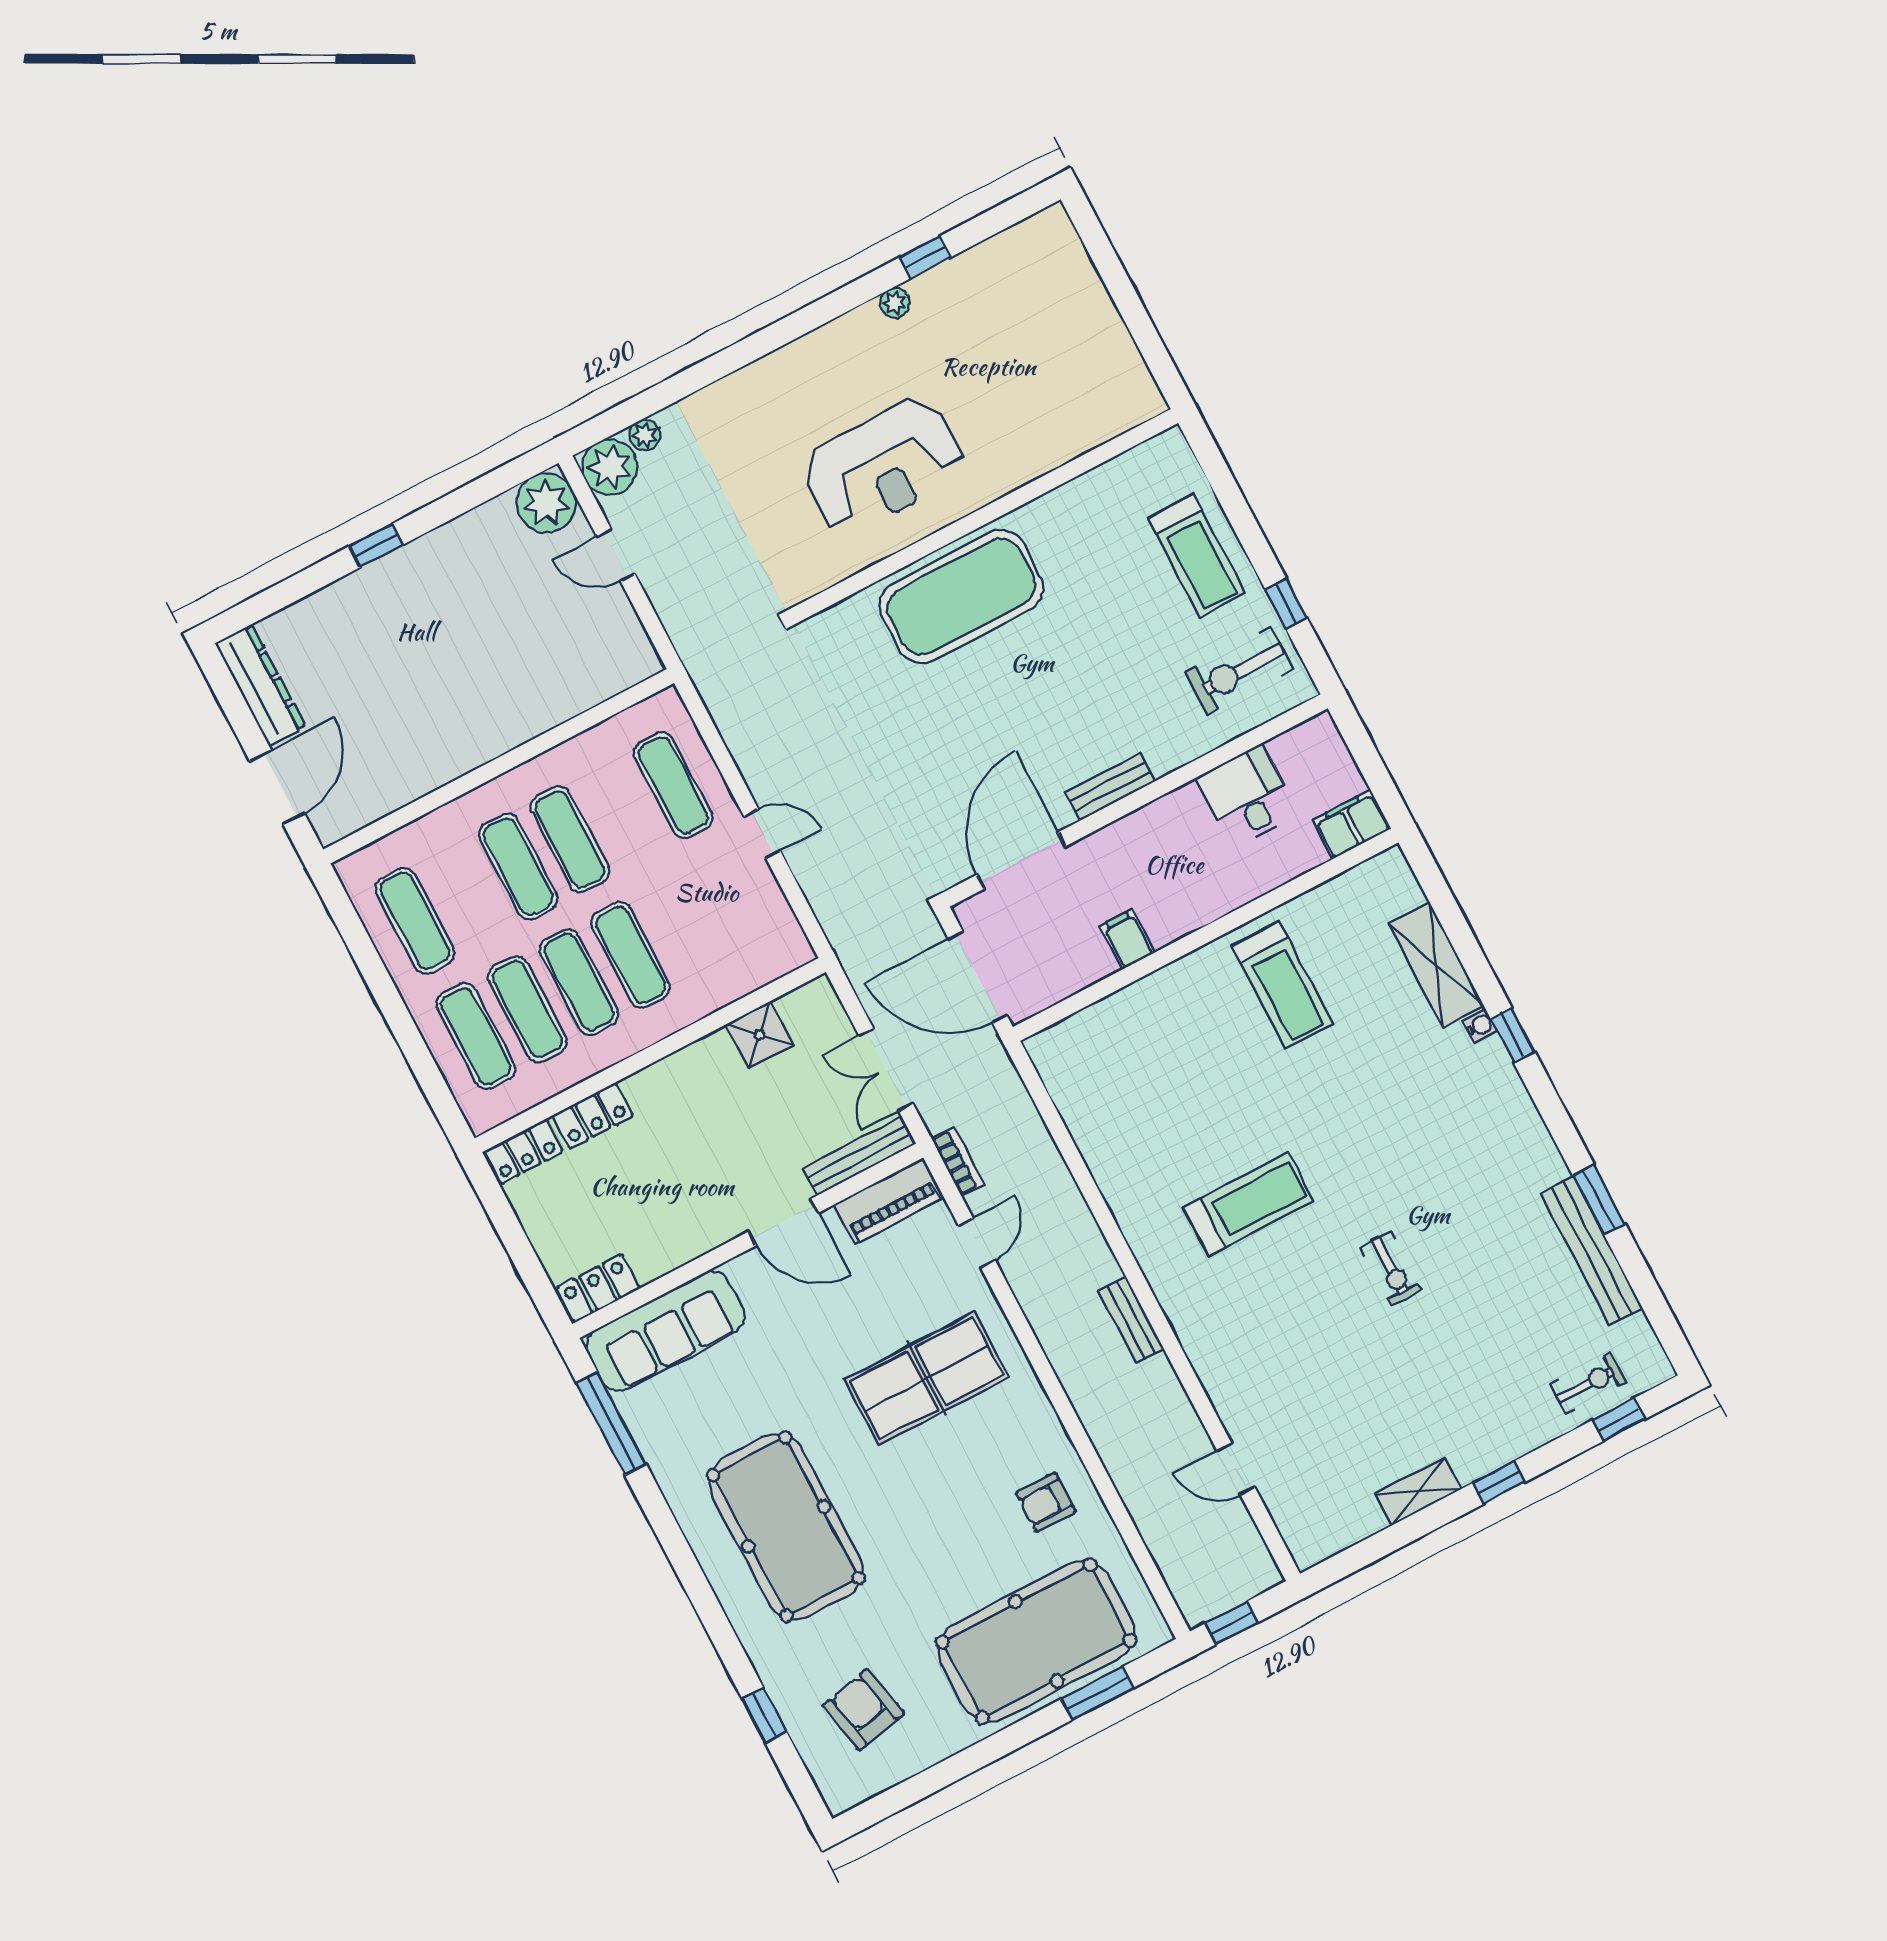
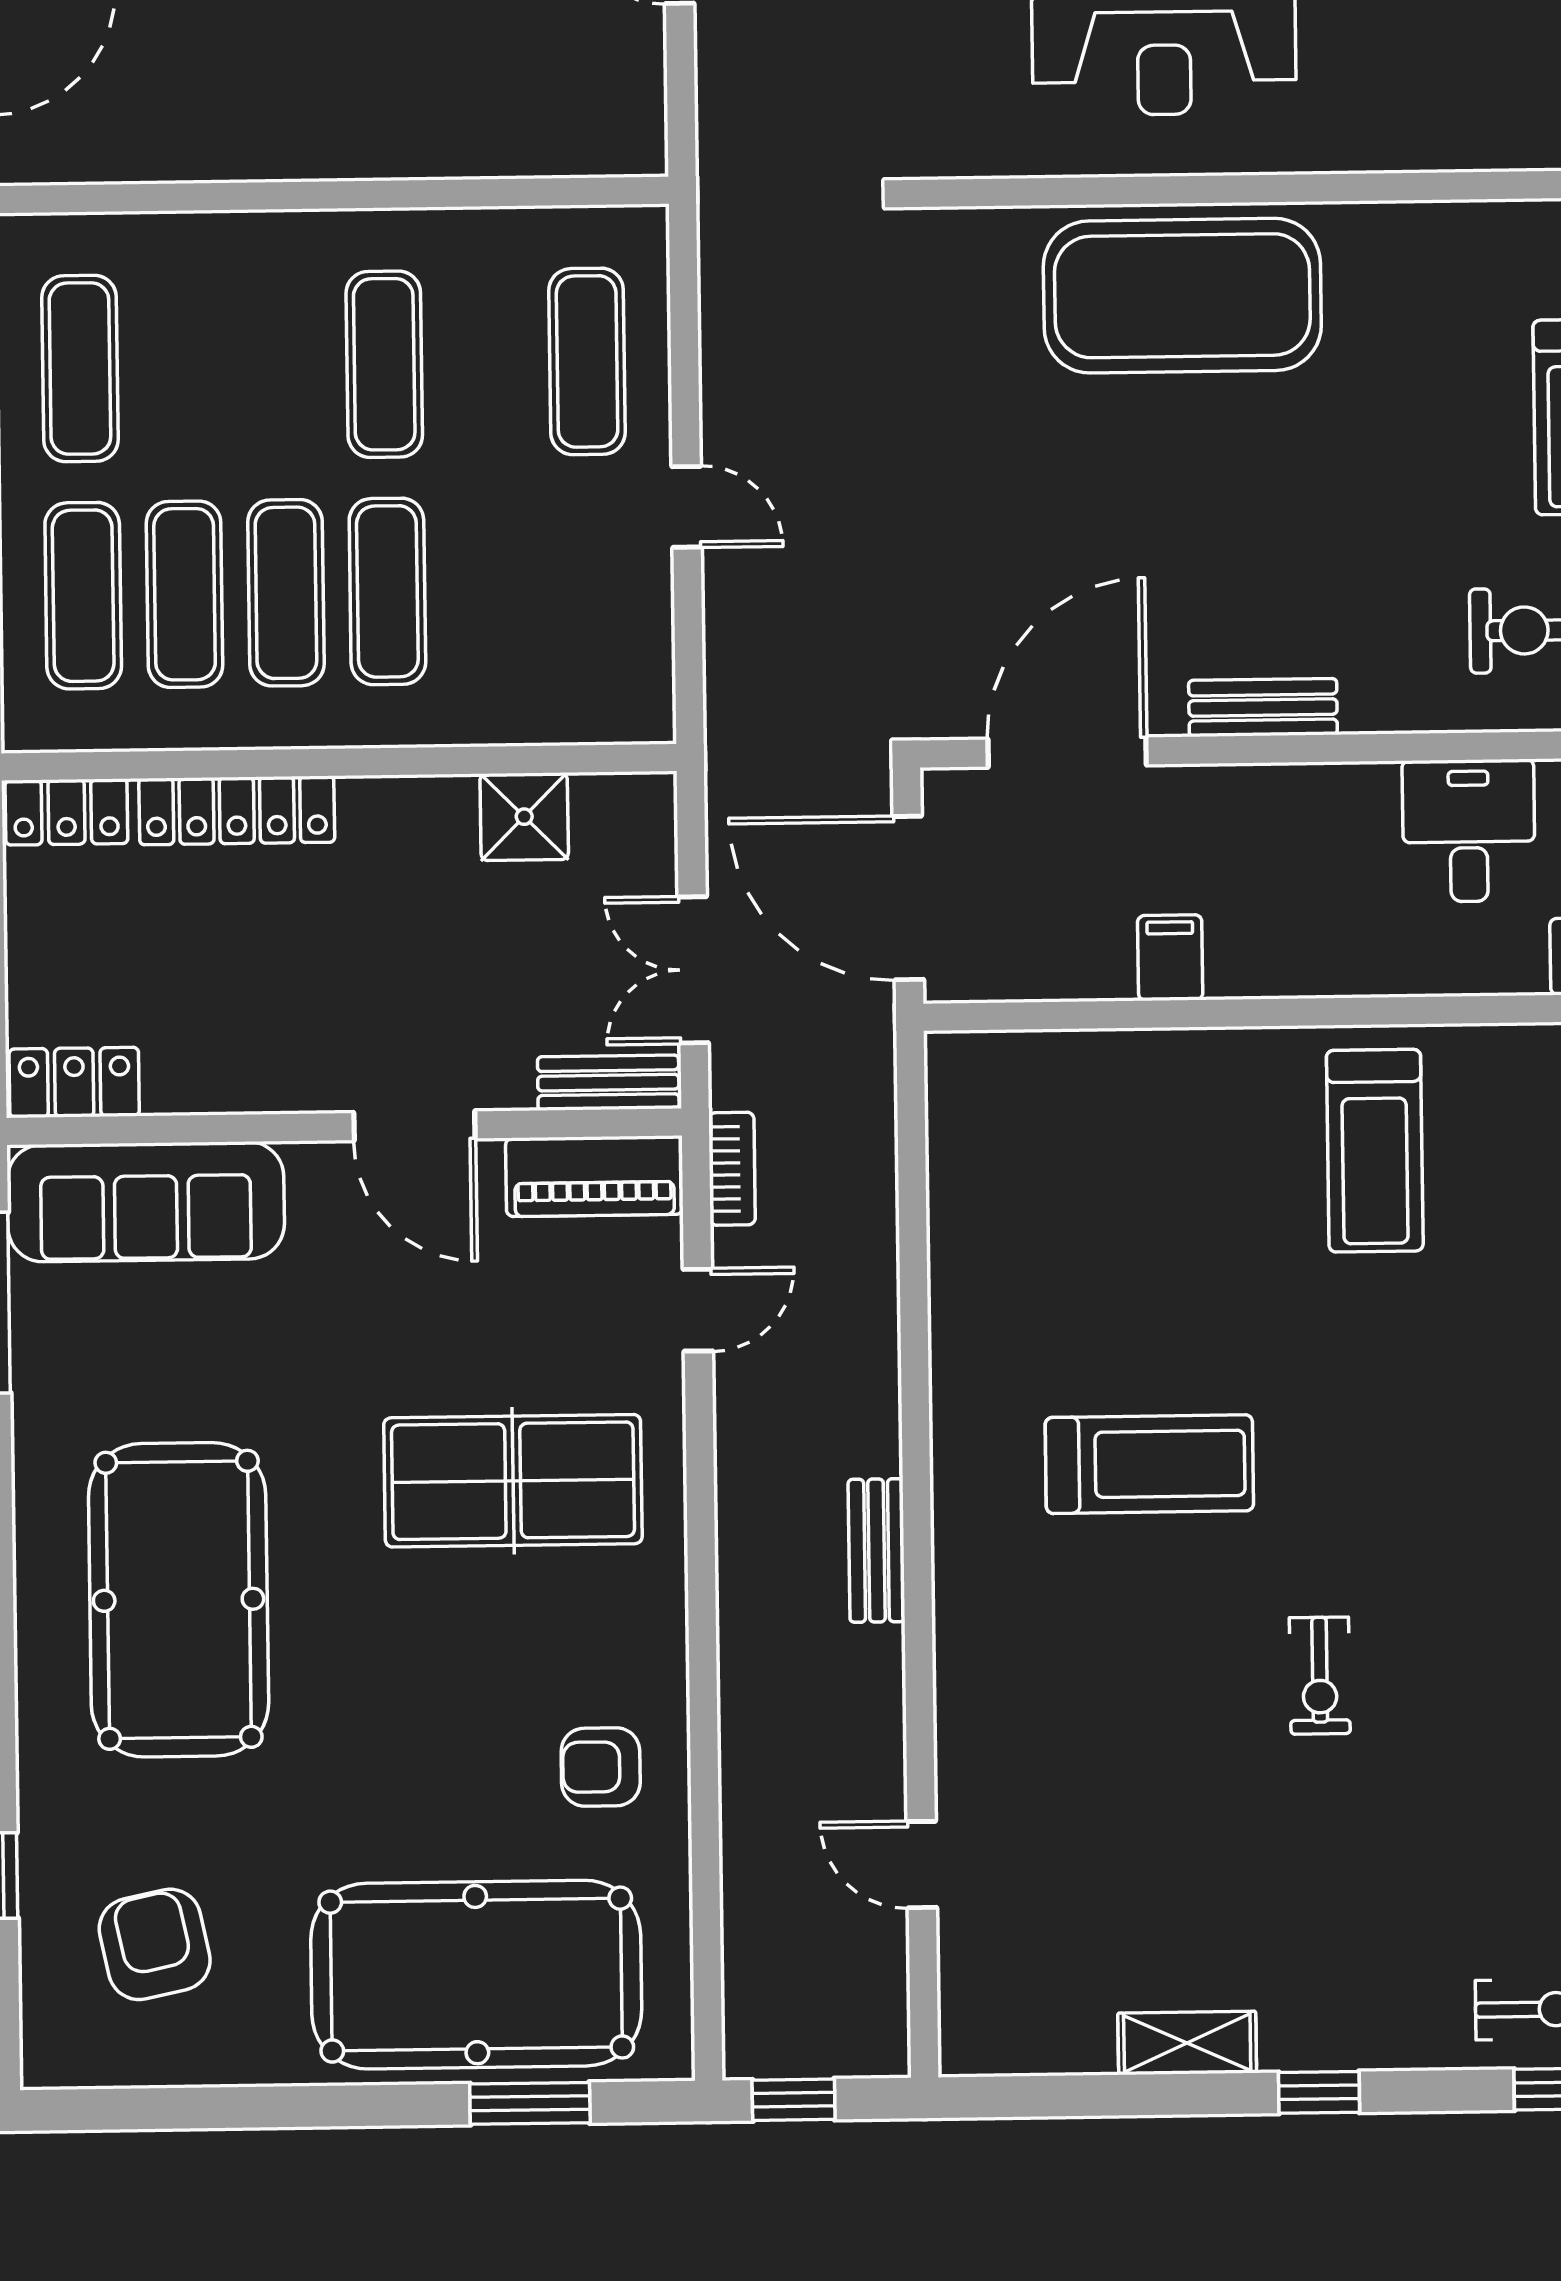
exercise mat: (518, 866) -> (283, 366), removed
locker: (593, 1116) -> (237, 810), width x1.53
bench: (859, 1156) -> (608, 1083), width x0.73

